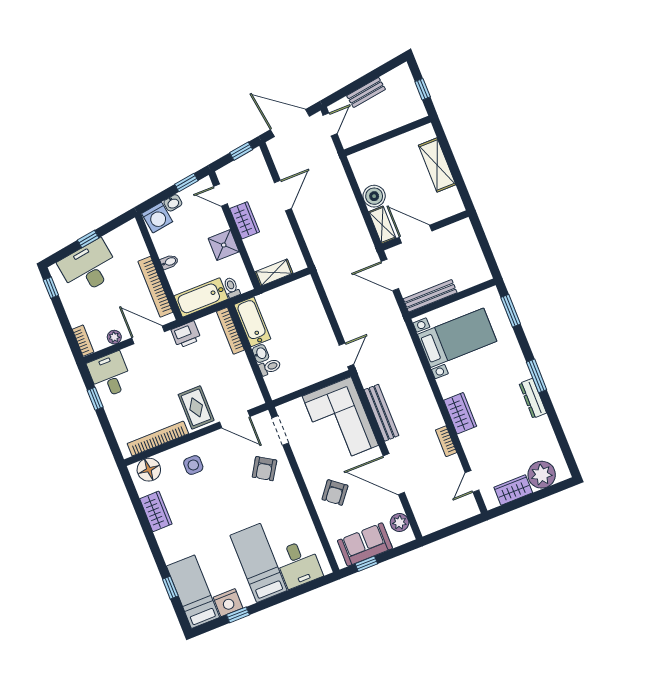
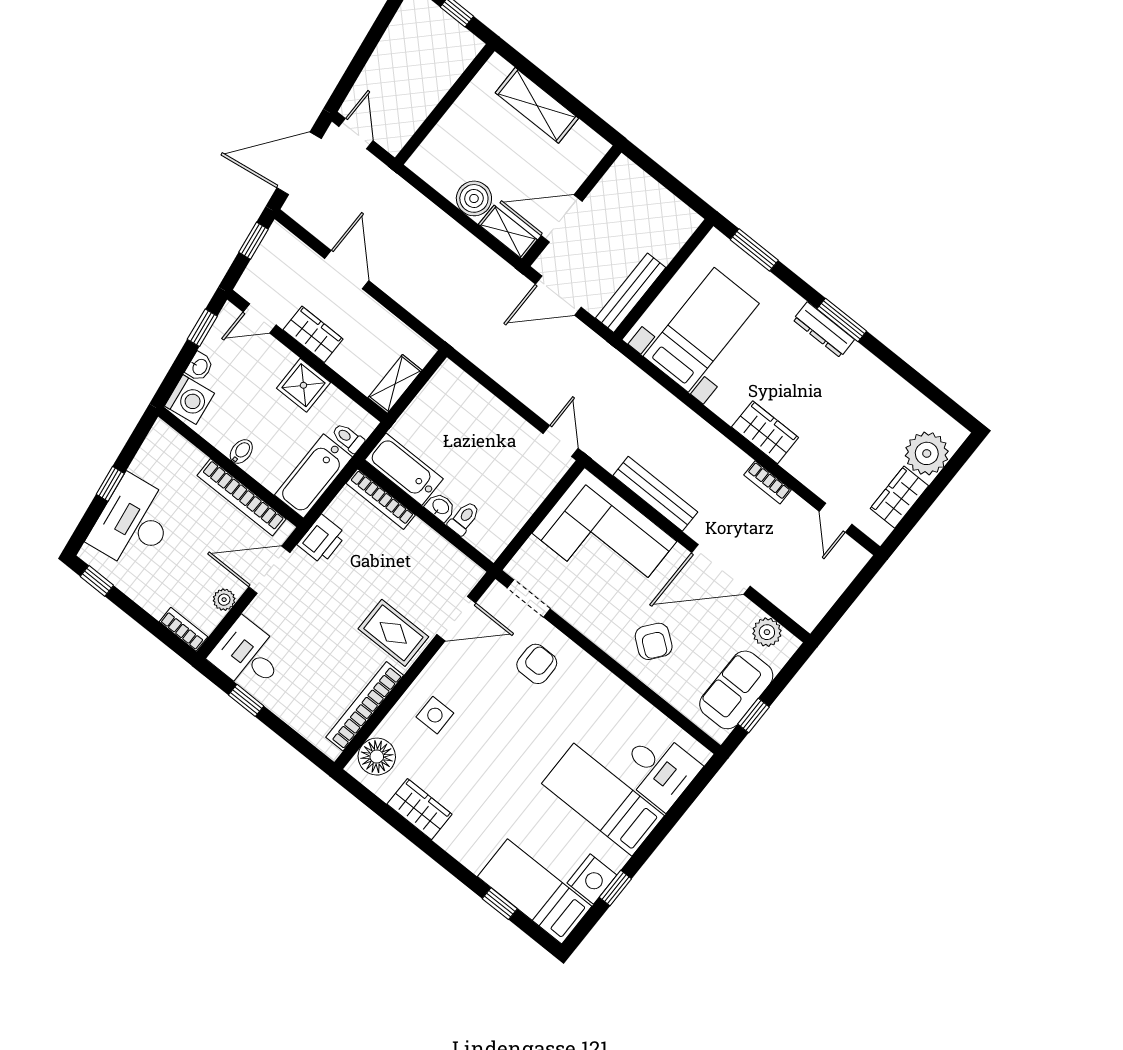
bench: (366, 92) -> (381, 61), removed
dresser: (533, 398) -> (824, 330), moved
armchair: (264, 469) -> (537, 664), turned -122

